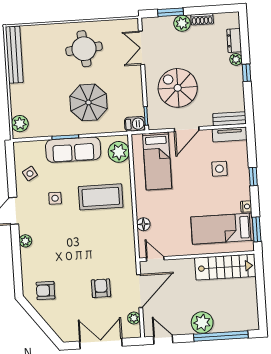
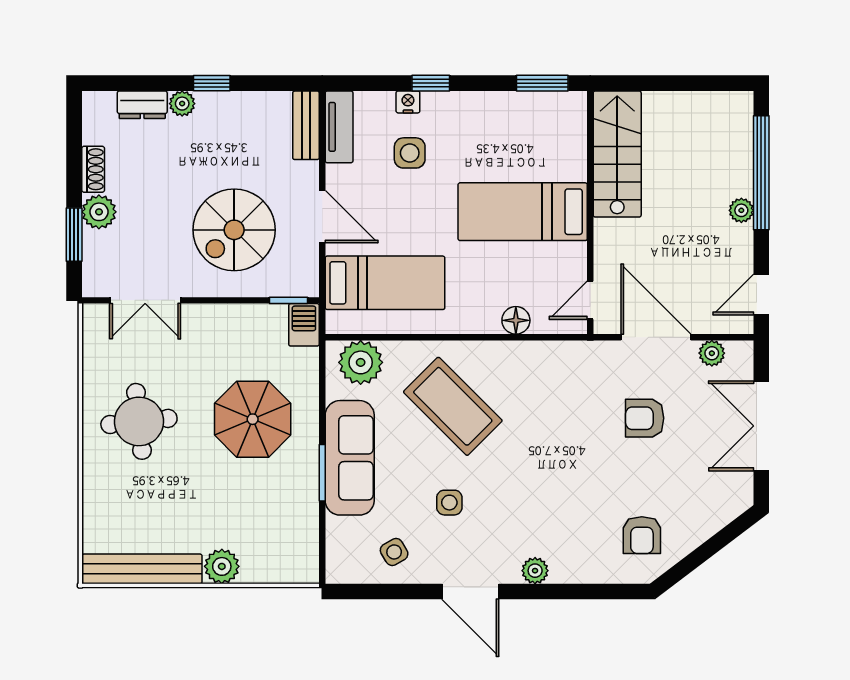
plant: (20, 124) -> (222, 566), moved
coffee table: (101, 197) -> (453, 406), turned -45
nightstand: (246, 207) -> (408, 102), moved
bed: (222, 229) -> (523, 212), moved, turned 90
plant: (202, 323) -> (741, 210), width x0.53, depth x0.53

